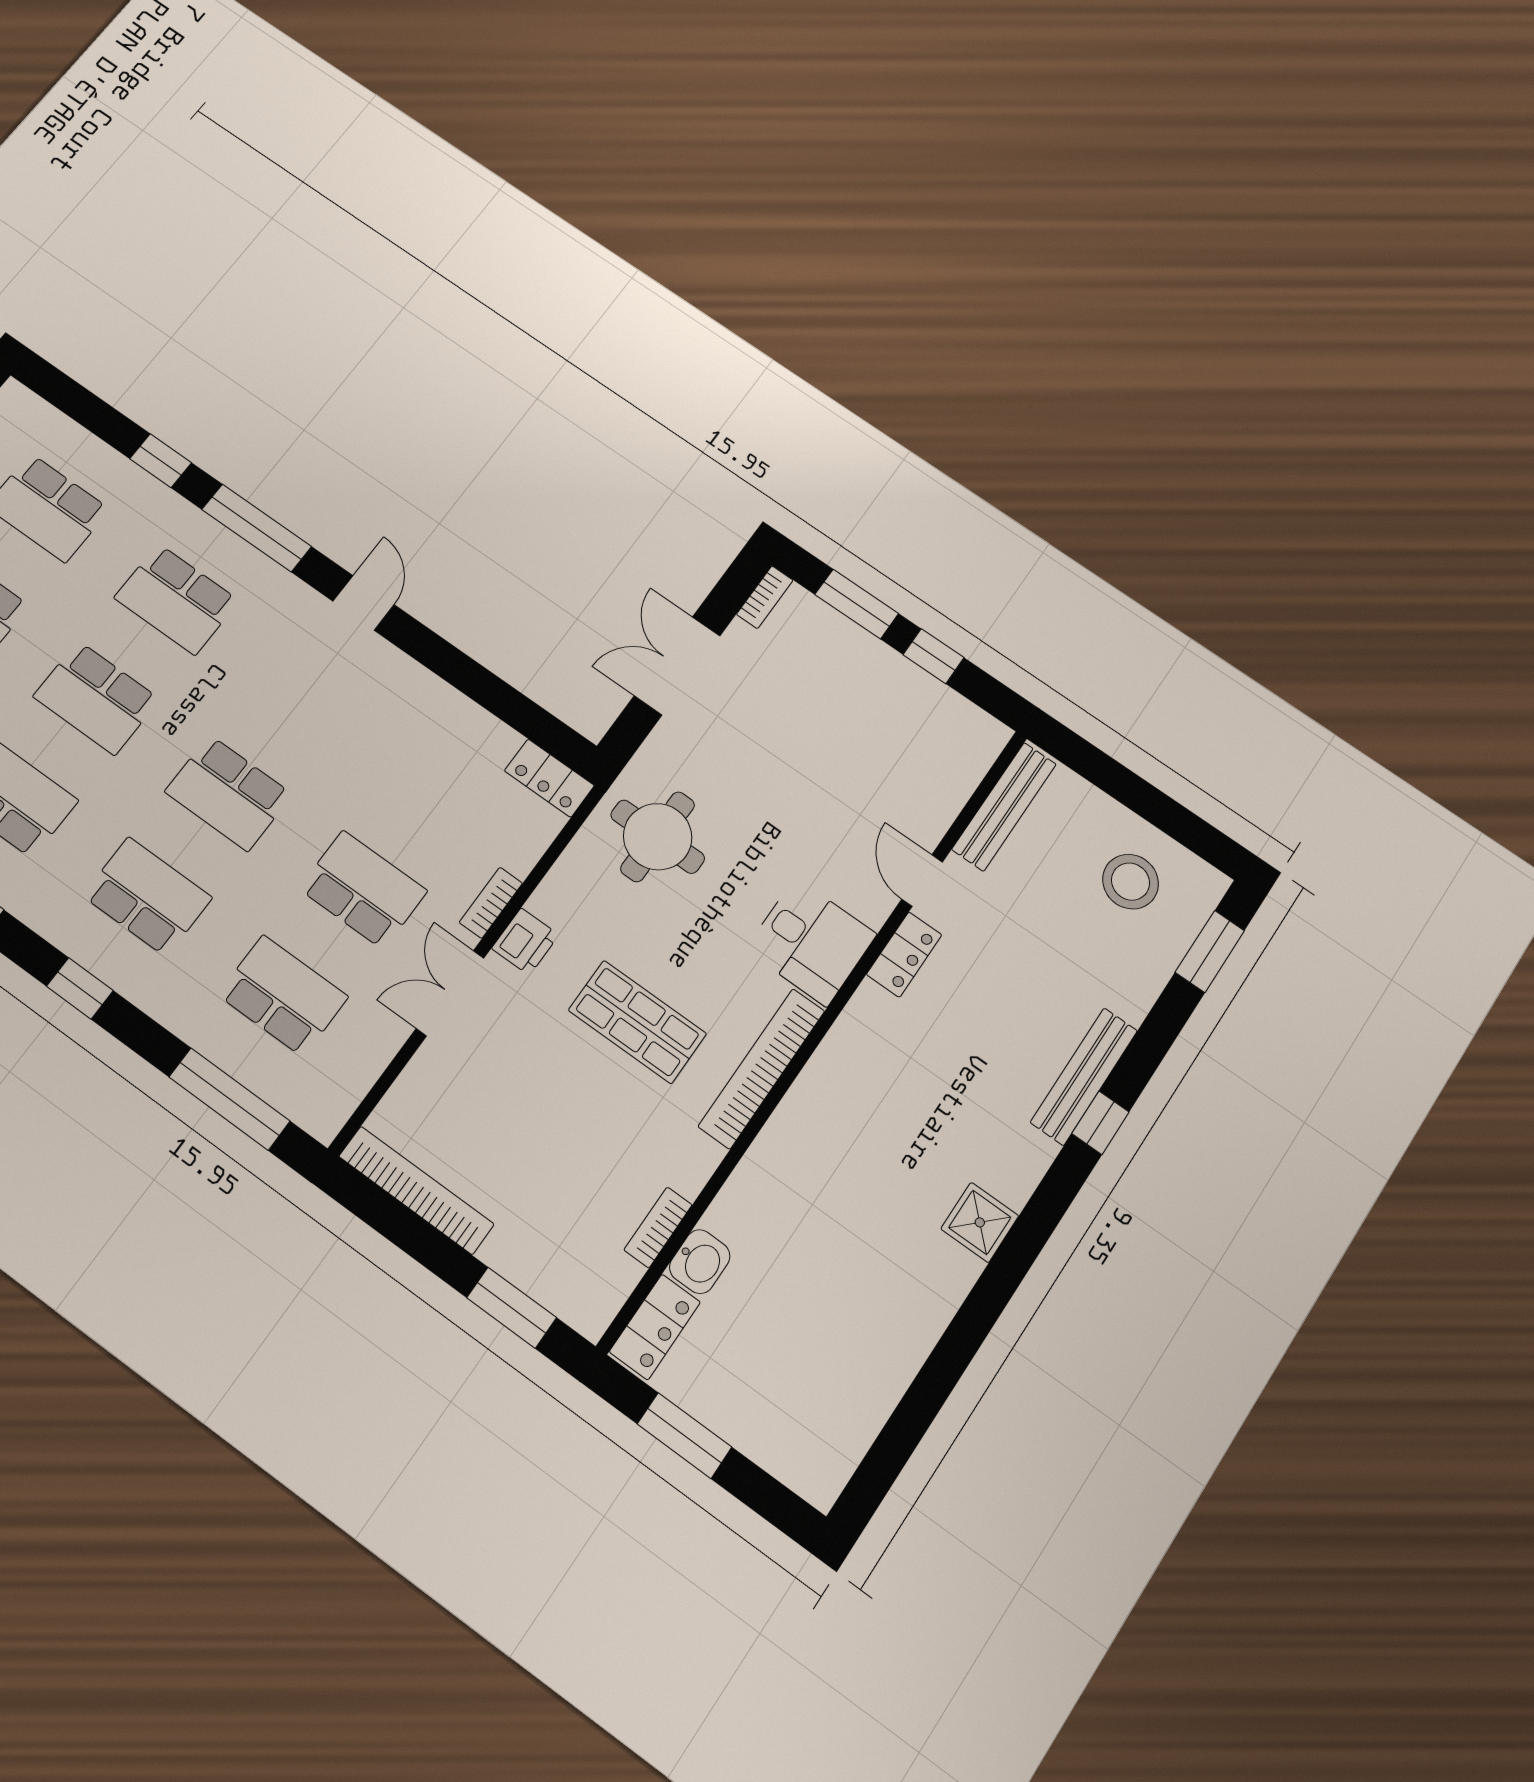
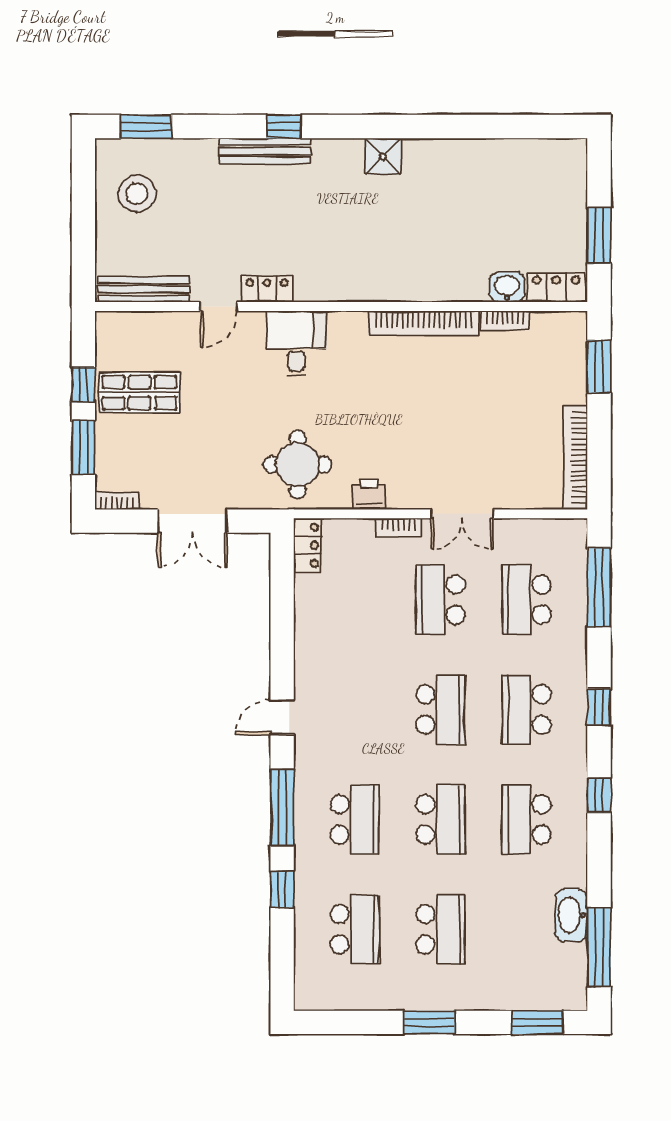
printer: (525, 942) -> (369, 494), moved
shop shelf: (637, 1022) -> (139, 393), moved, turned 90
bookcase: (762, 1068) -> (424, 323), moved

